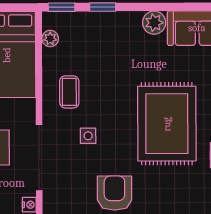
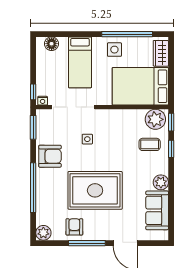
plant: (50, 39) -> (155, 119), width x1.87, depth x1.87
coffee table: (69, 92) -> (150, 144), moved

